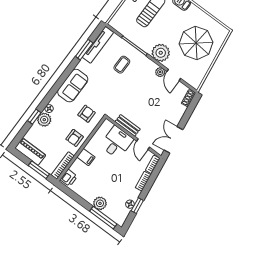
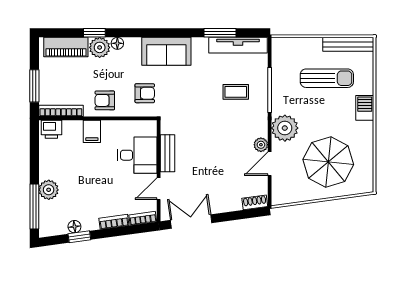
piano: (30, 152) -> (66, 47), moved, turned 90

